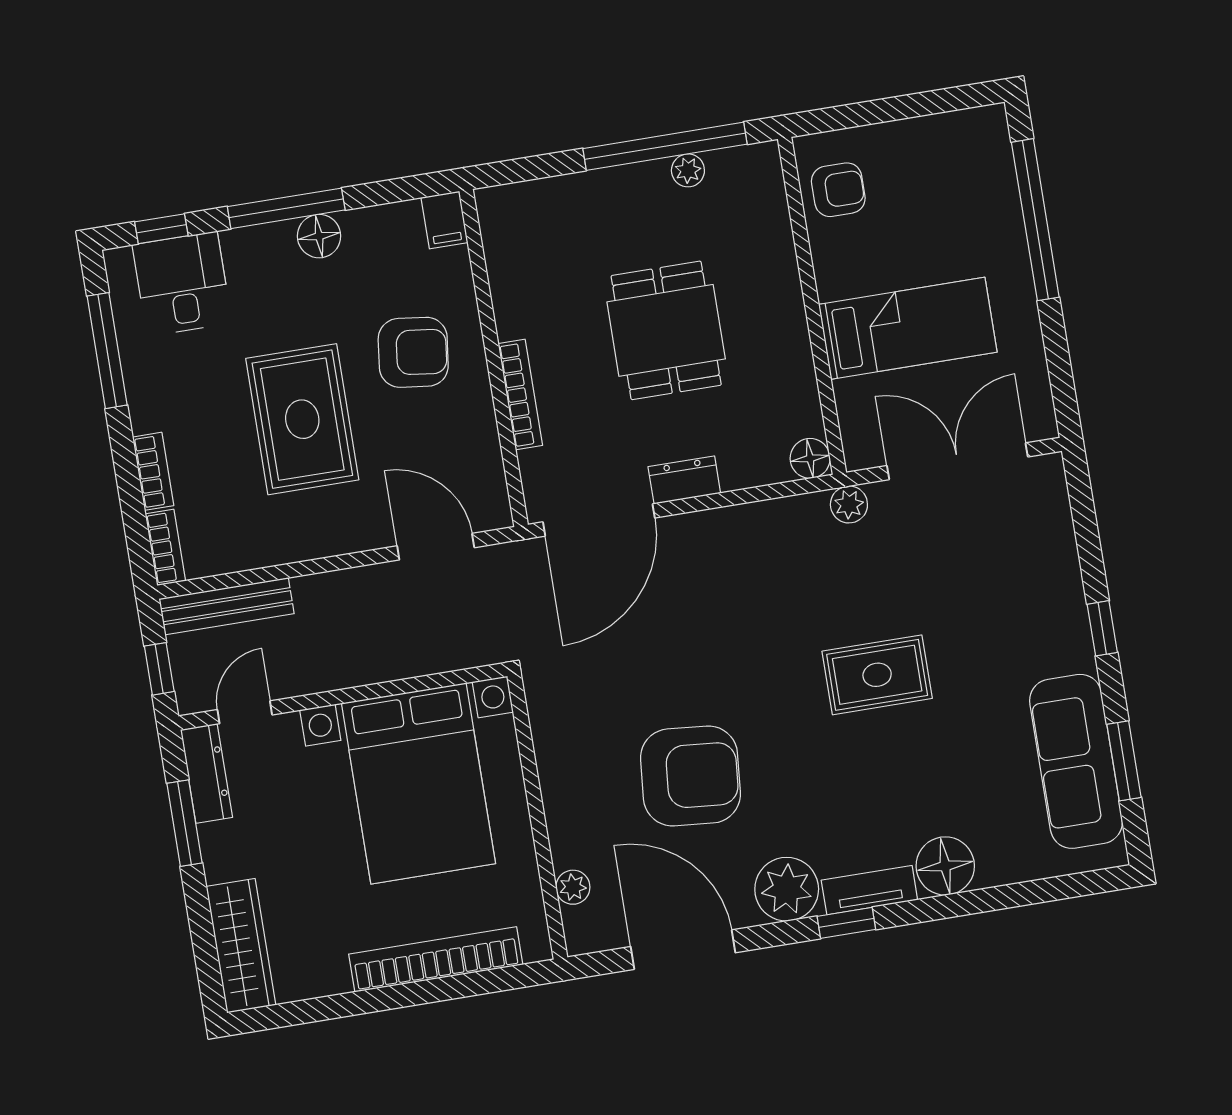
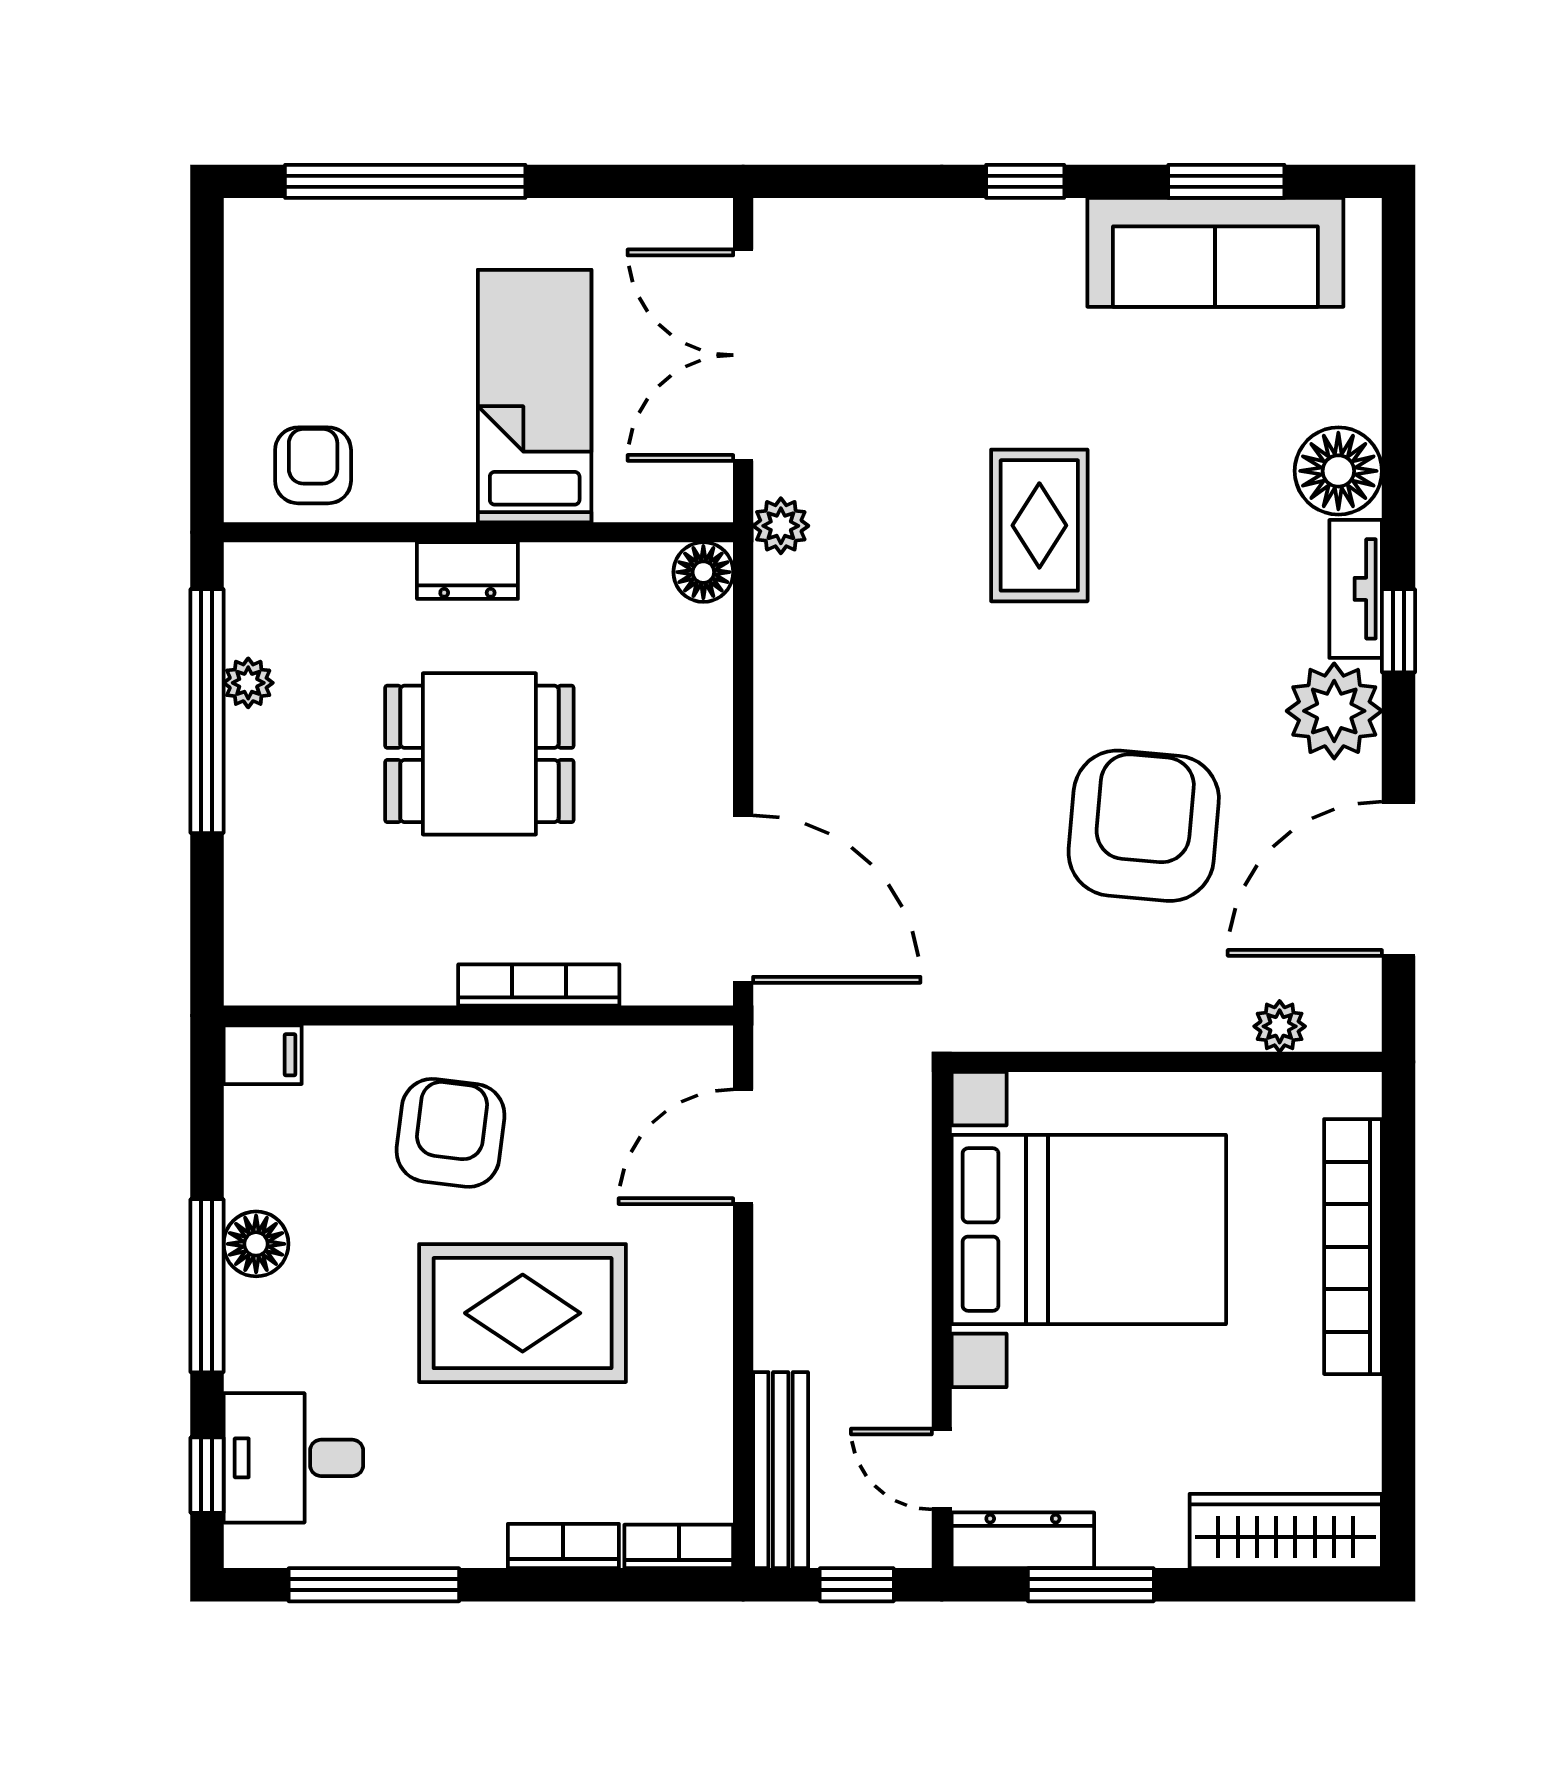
dresser: (684, 480) -> (467, 571), moved, turned -90

